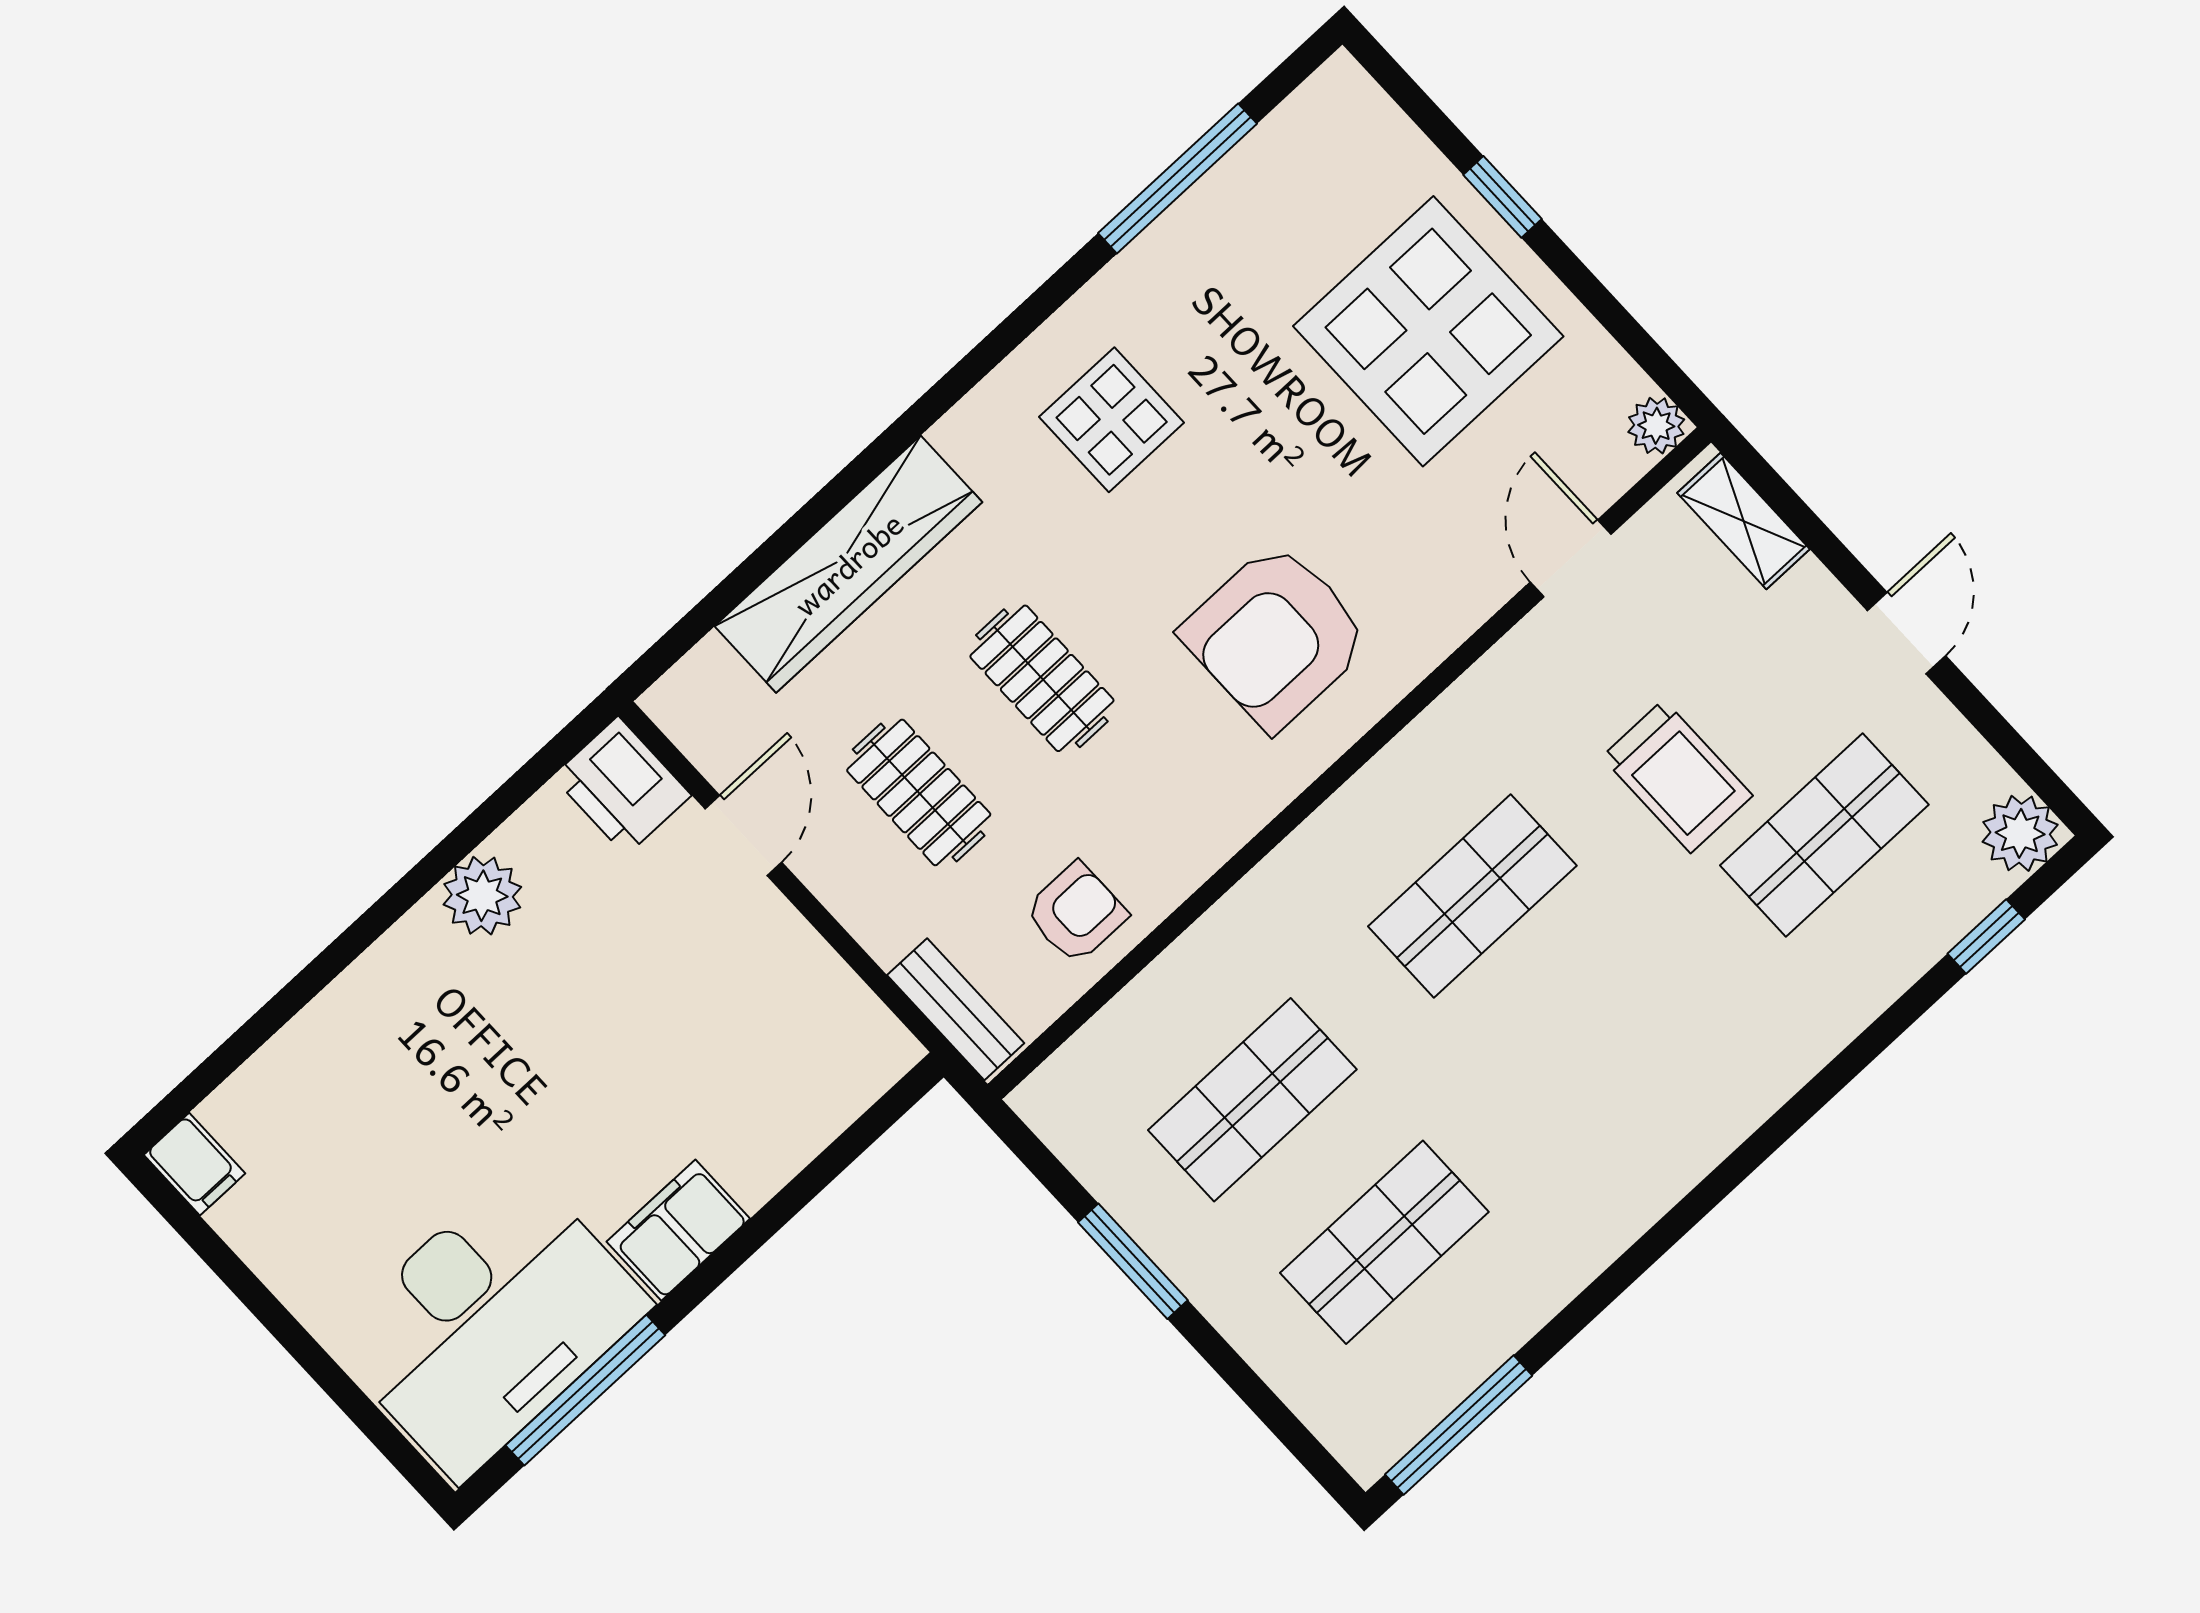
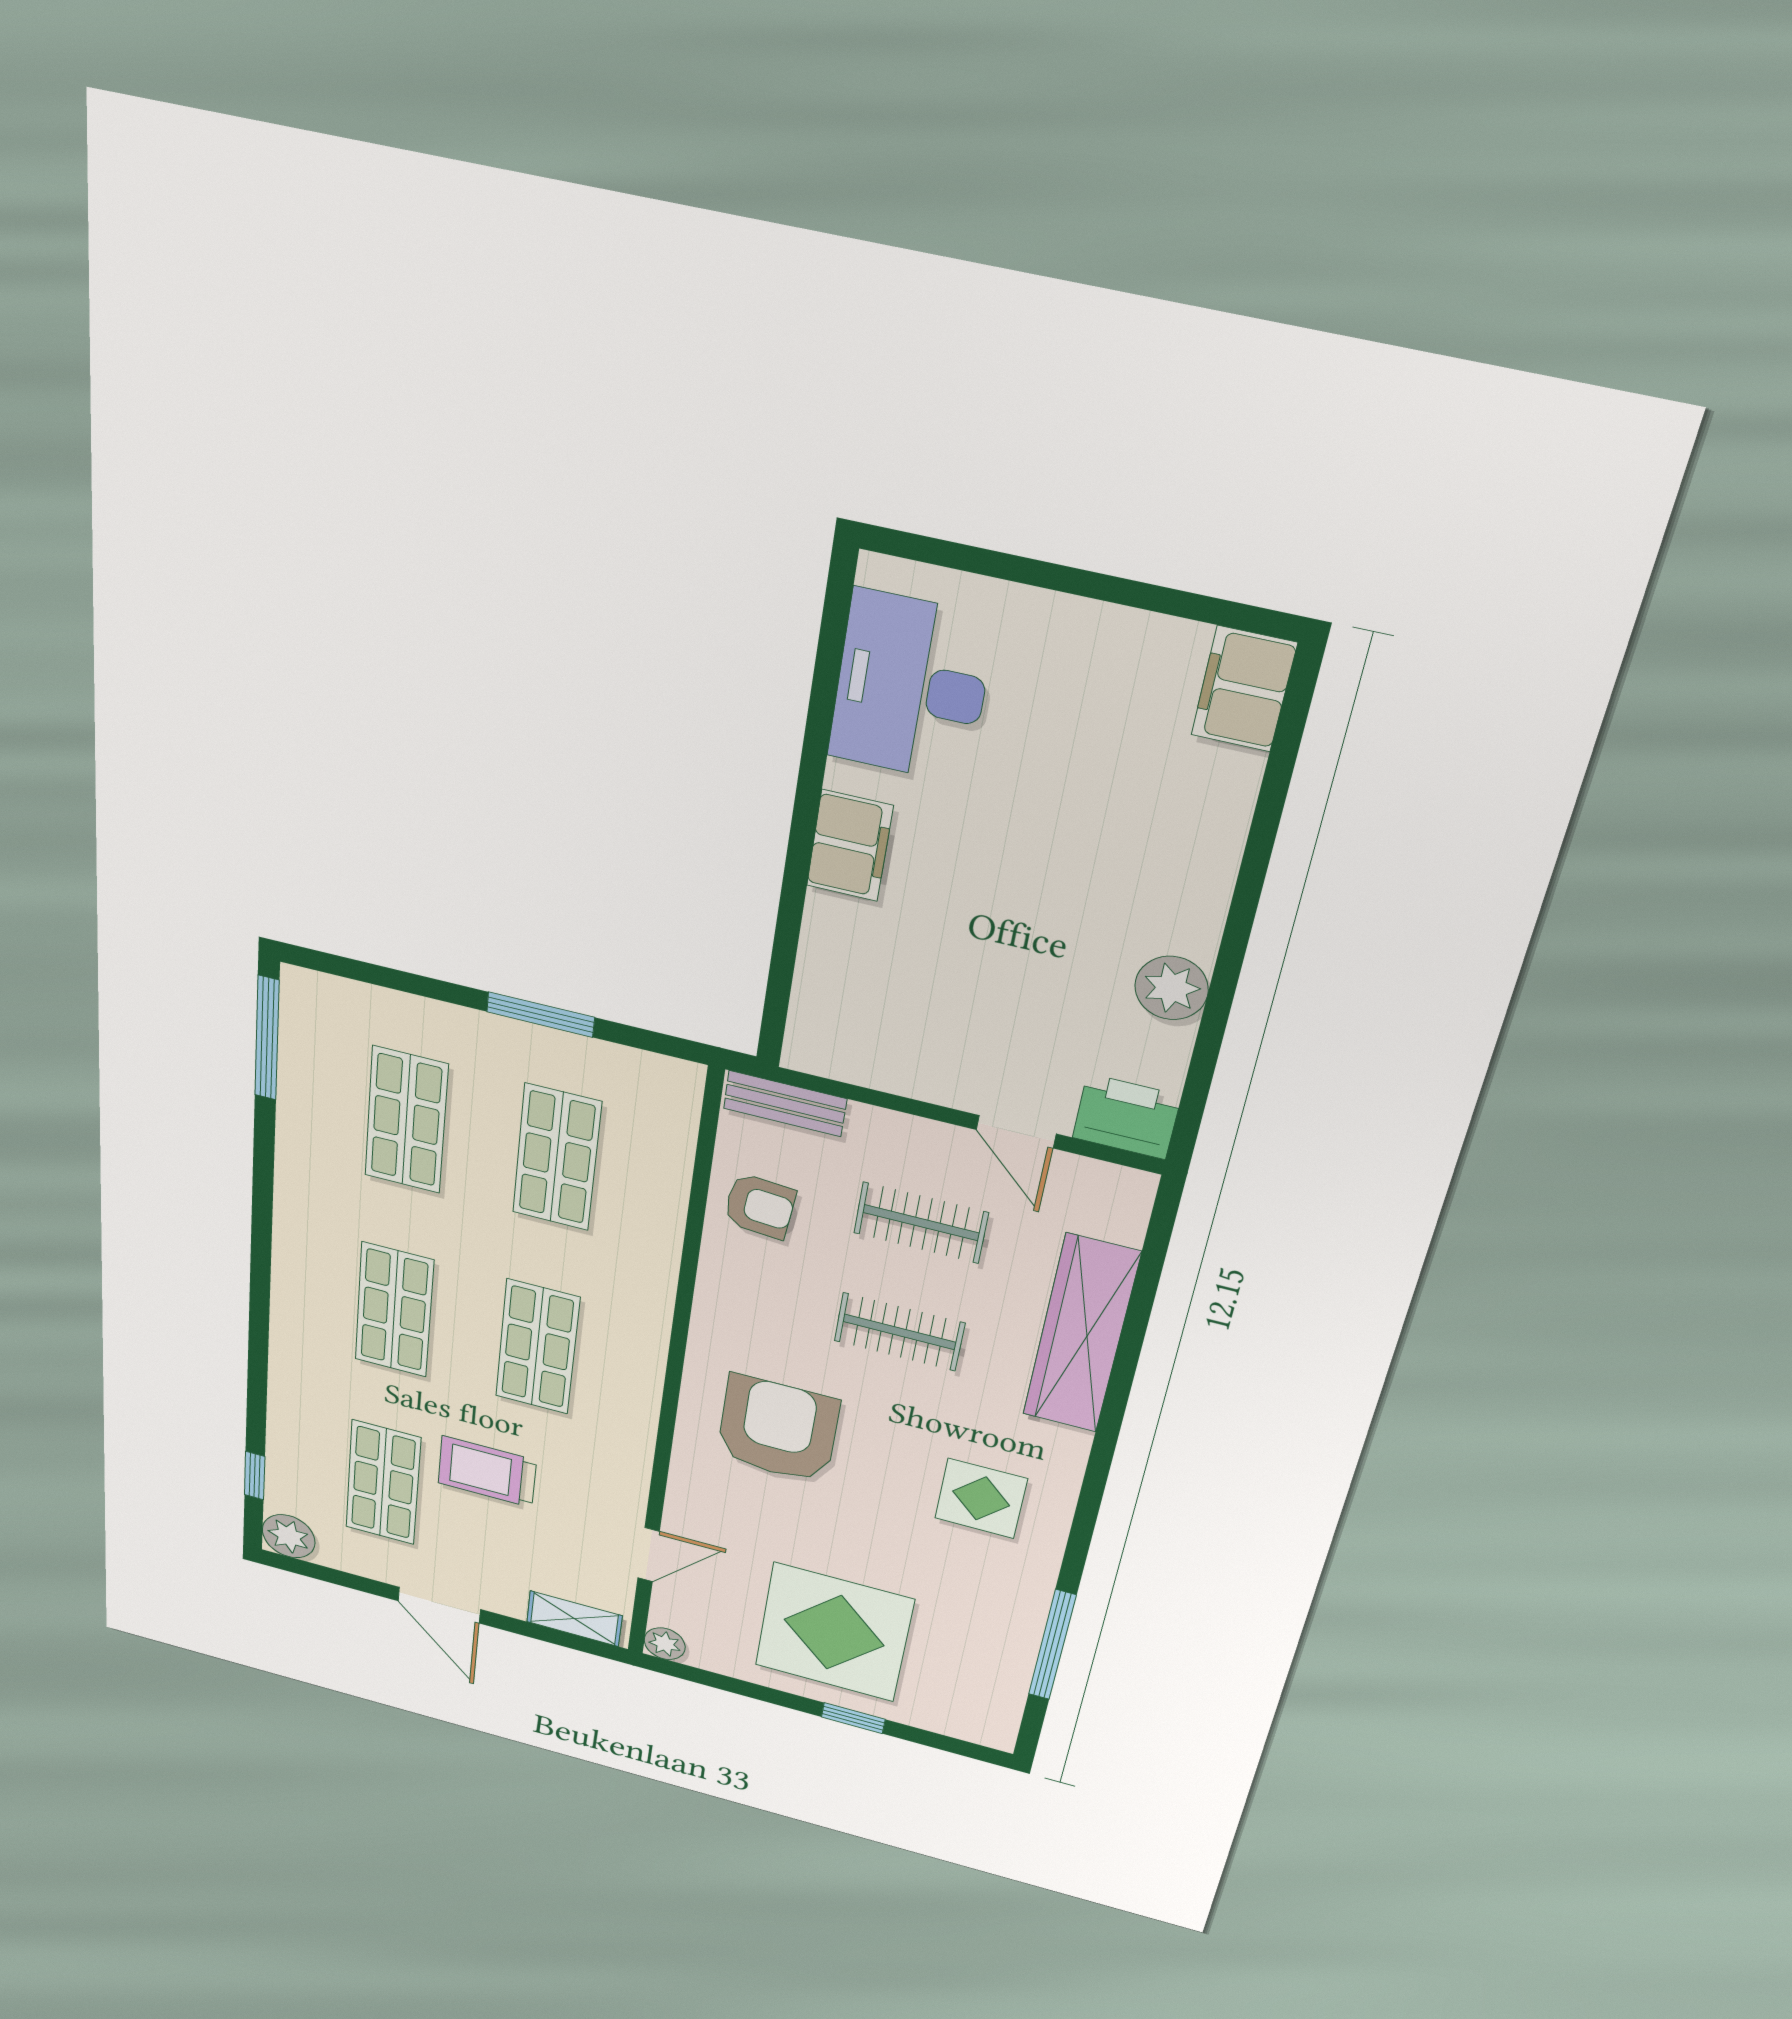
door: (1571, 558) -> (649, 1555), hinge flipped
door: (1906, 633) -> (439, 1605), width x1.38
armchair: (1076, 913) -> (760, 1206), turned -85
shop shelf: (1604, 1039) -> (394, 1310), added
filing cabinet: (194, 1164) -> (1244, 689), width x2.00
desk: (489, 1322) -> (911, 687), width x0.73, depth x0.77
window: (585, 1390) -> (824, 689), removed

